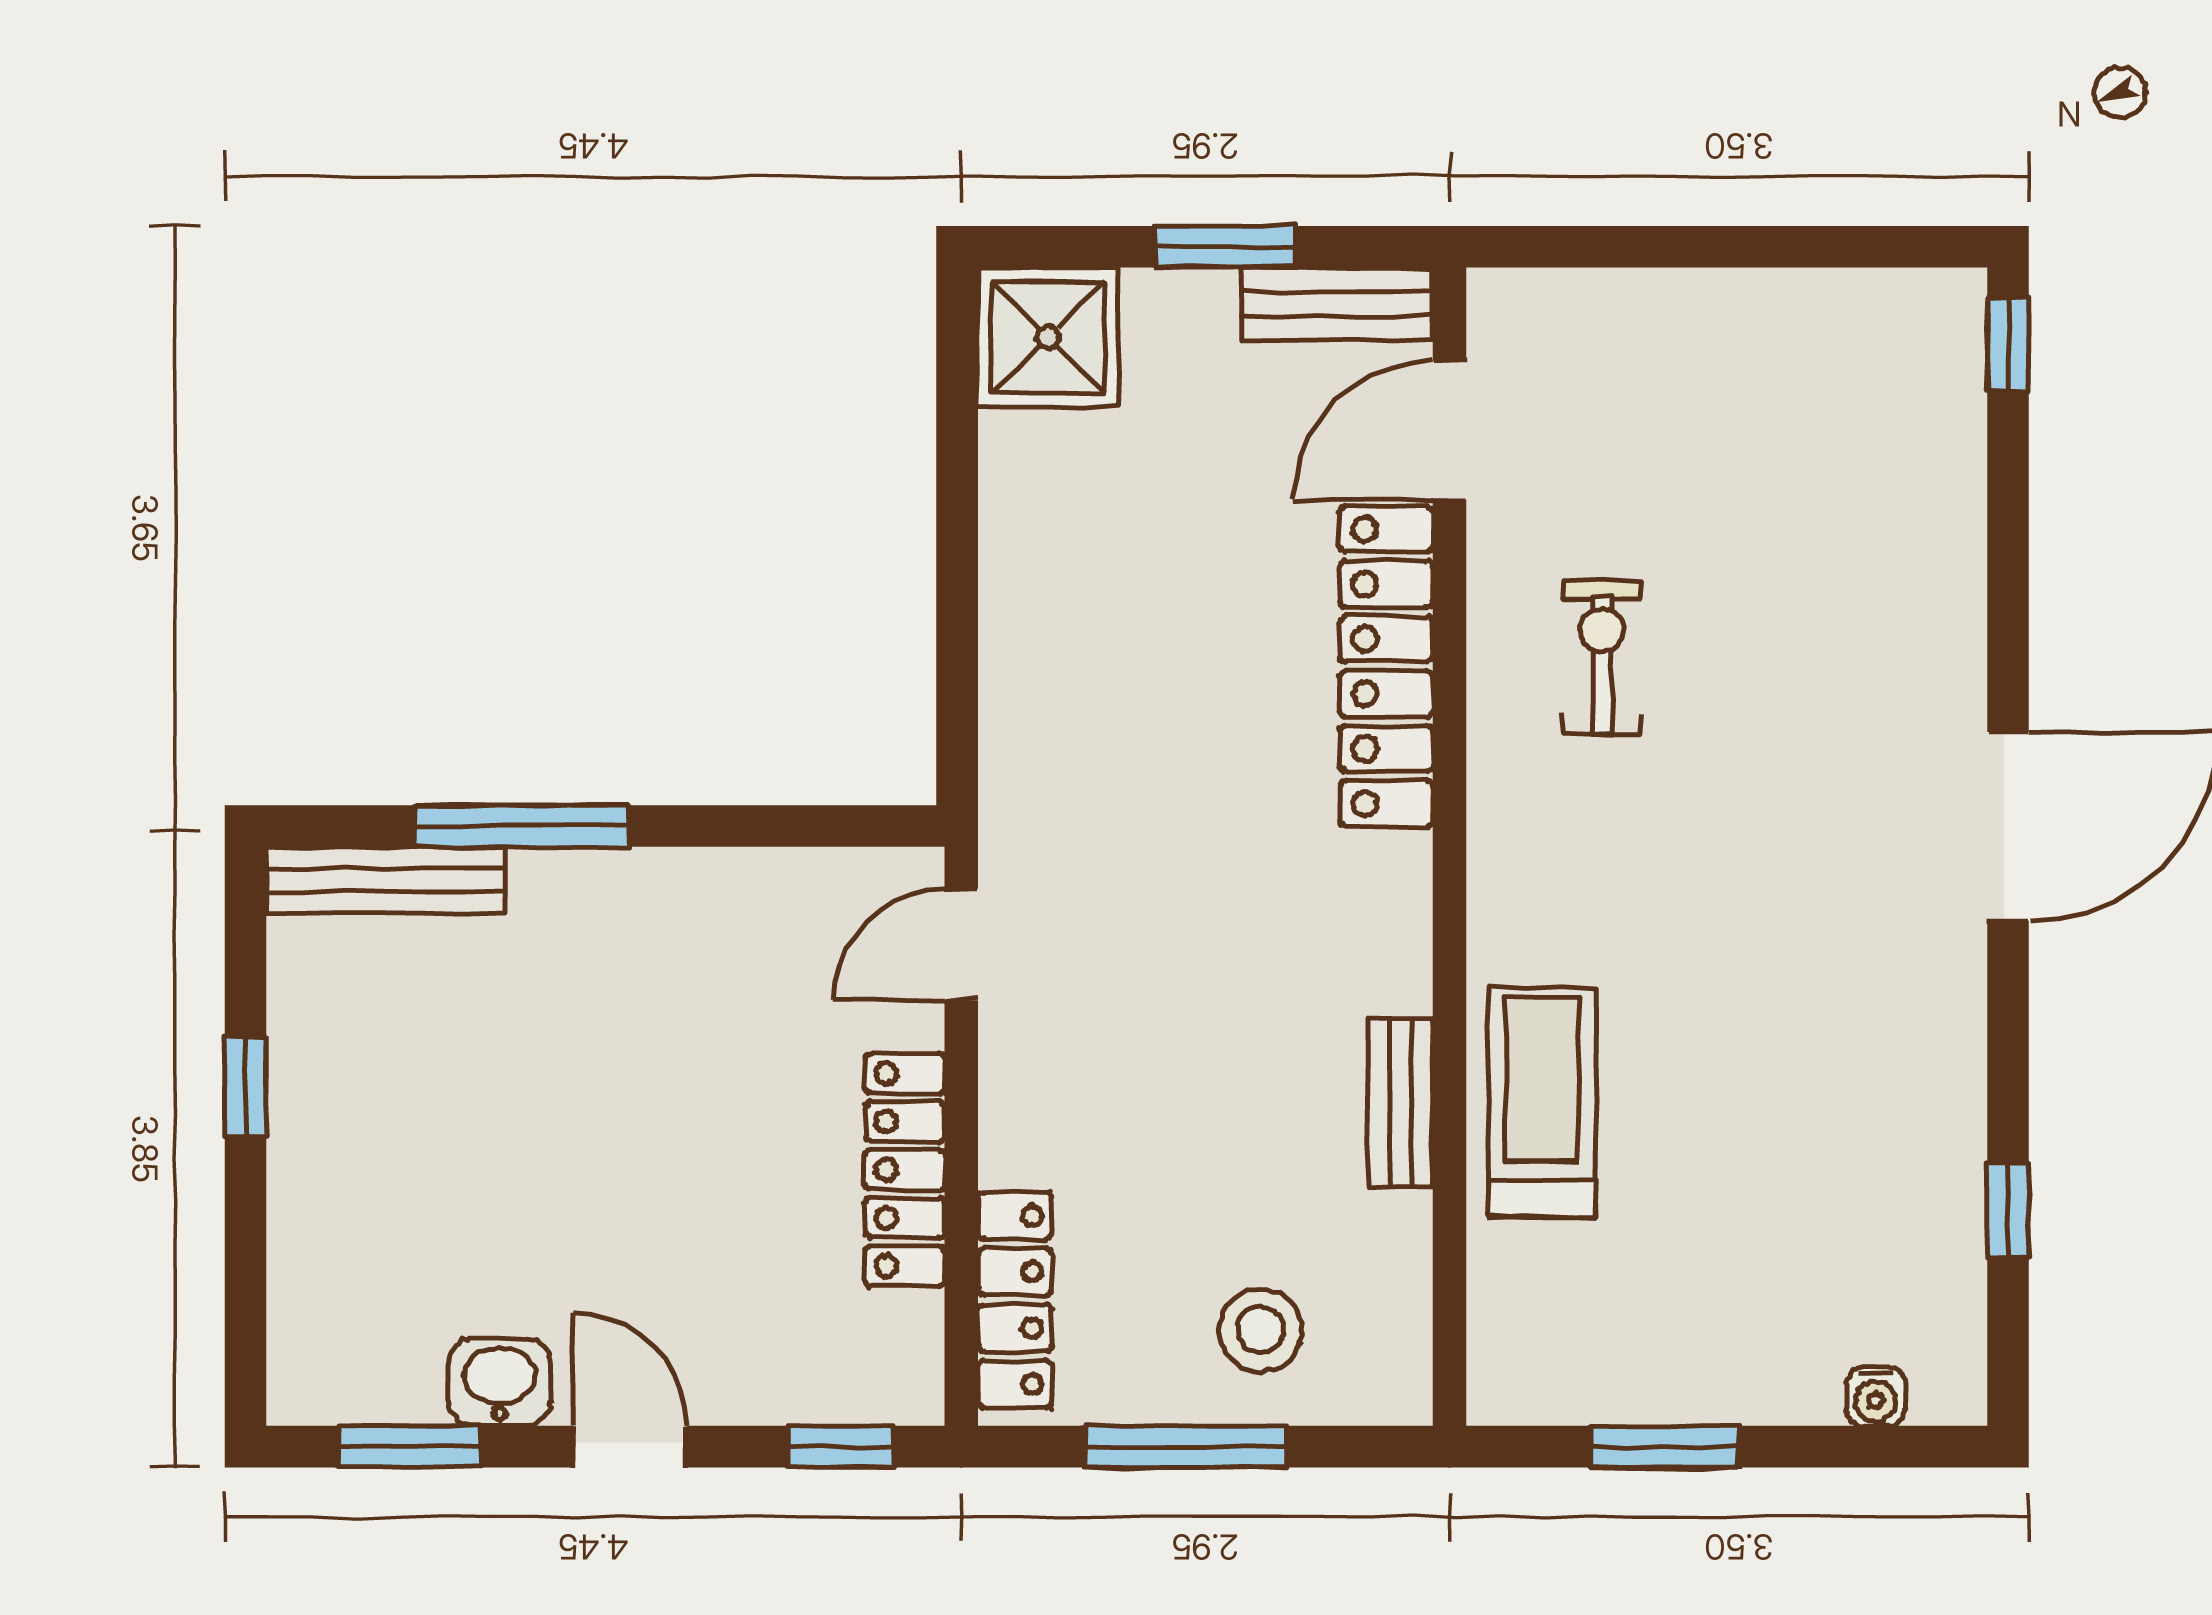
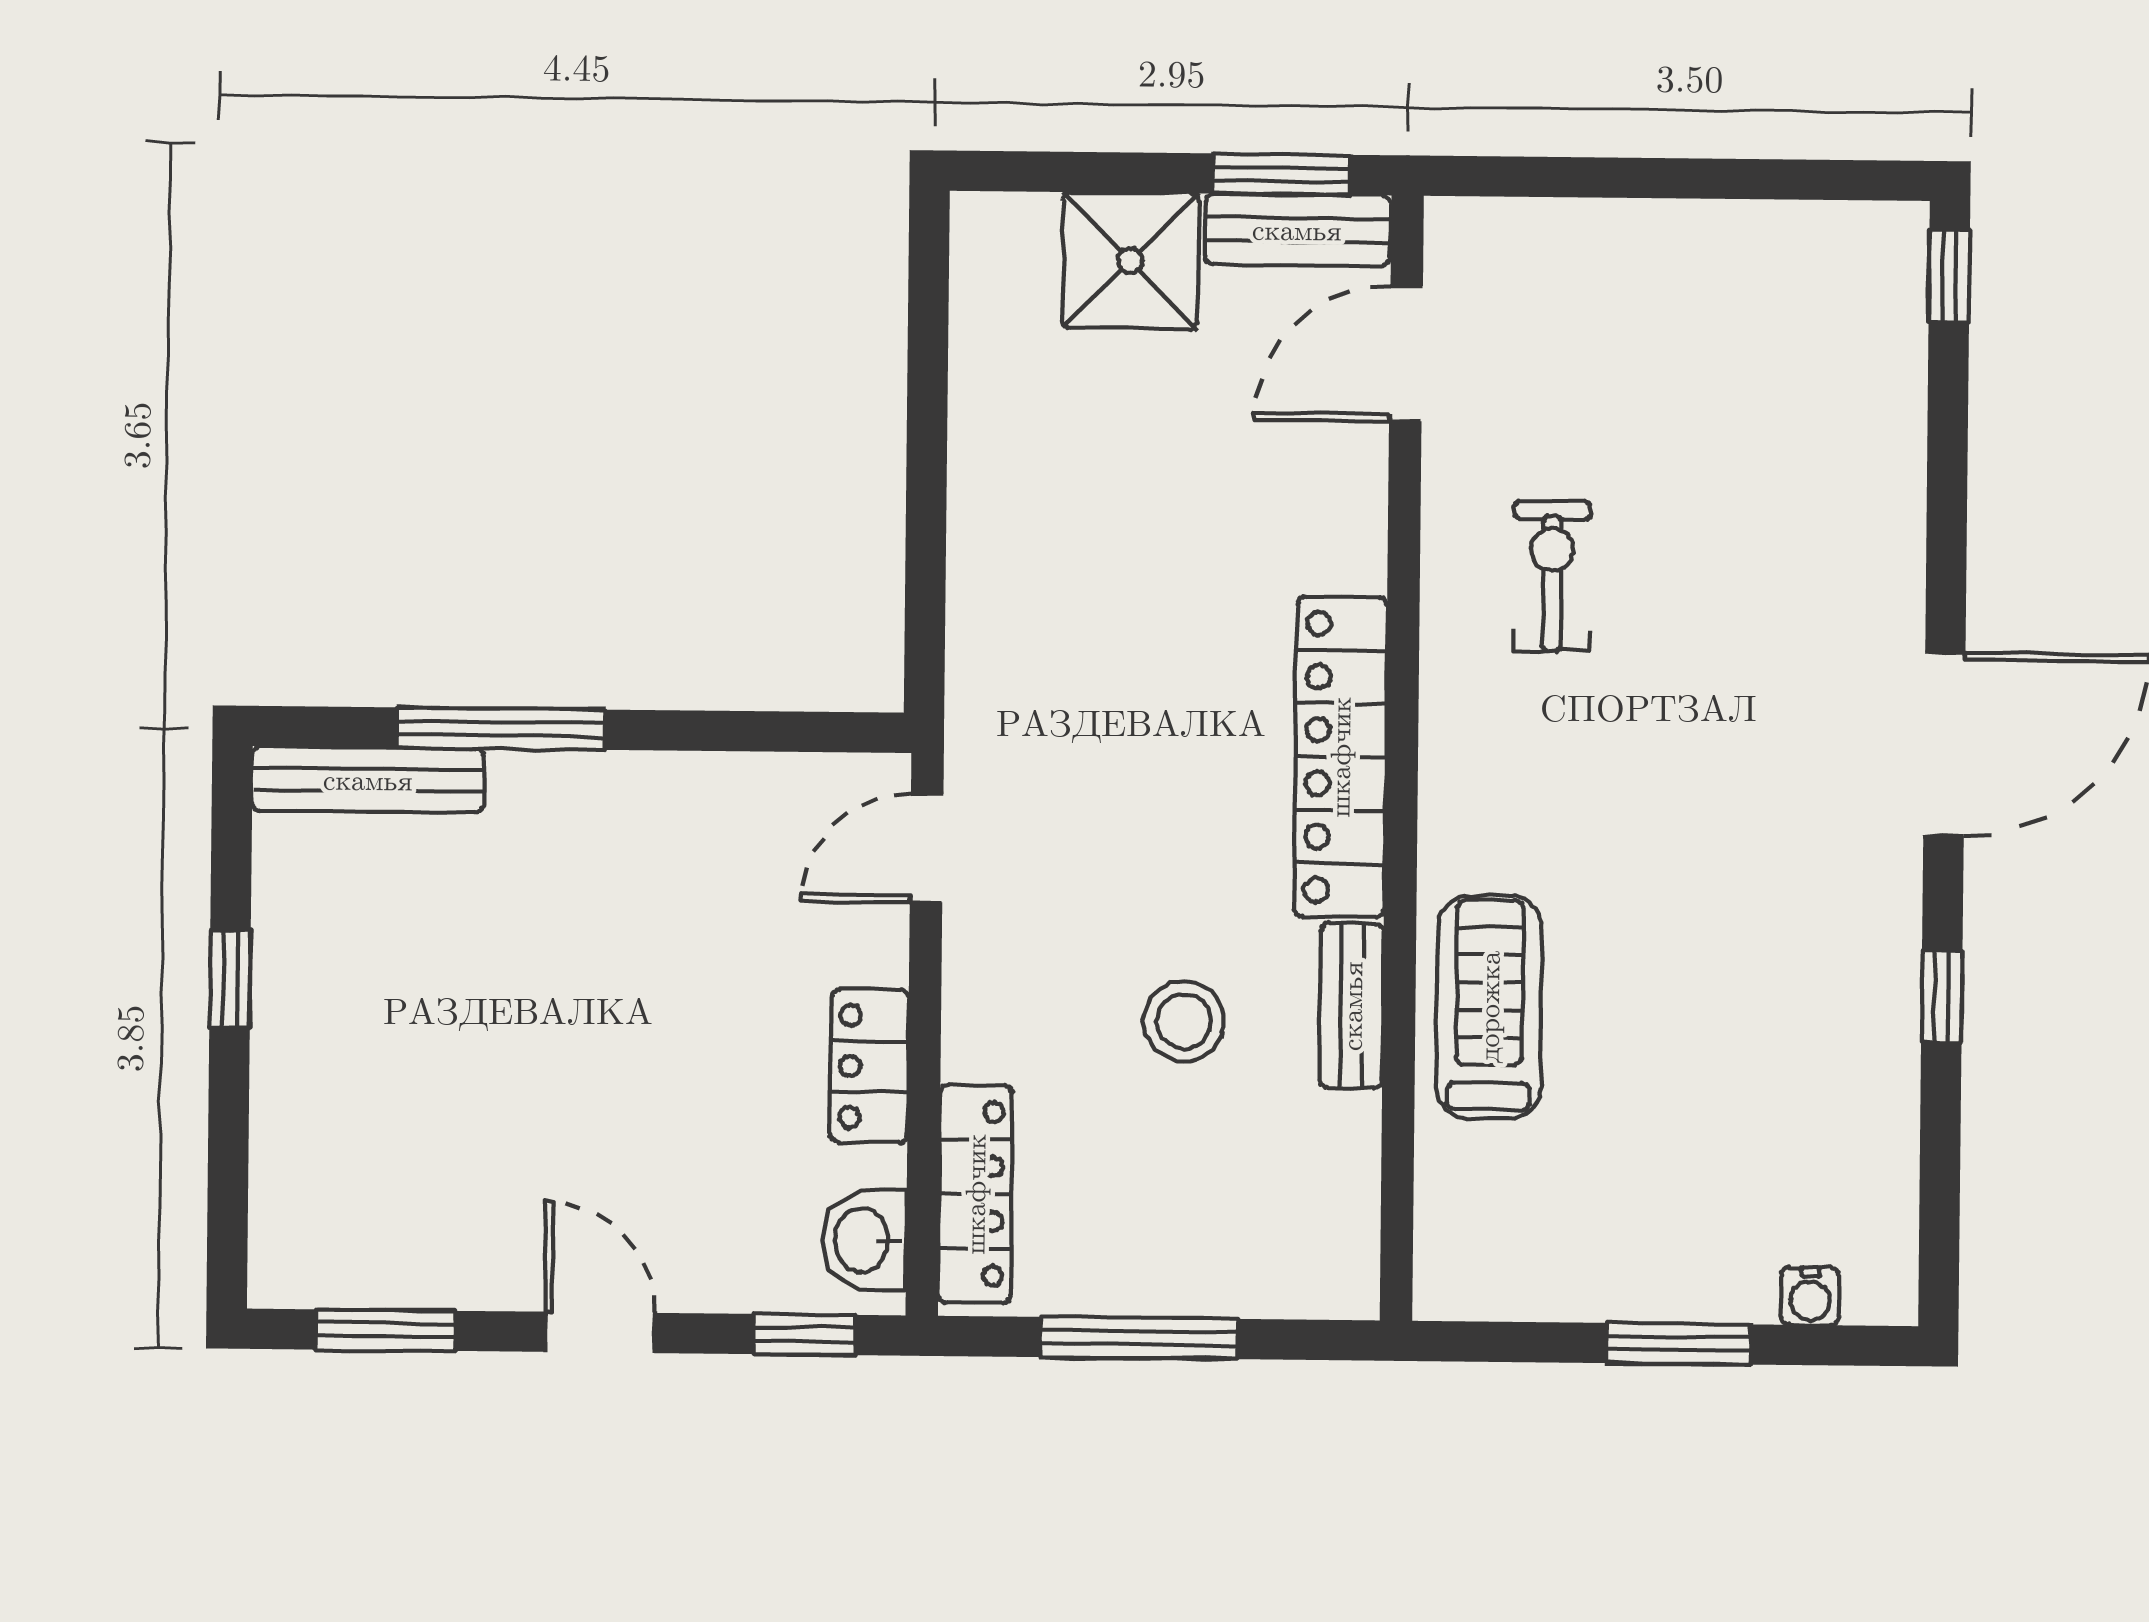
window: (1225, 247) -> (1281, 174), moved
shower: (1048, 337) -> (1130, 261), moved
locker: (1386, 666) -> (1340, 757), moved
locker: (905, 1170) -> (870, 1066), width x0.66
window: (2008, 1210) -> (1942, 996), moved
stool: (1260, 1330) -> (1184, 1021), moved
washbasin: (499, 1382) -> (864, 1240), moved, turned -90
window: (1664, 1447) -> (1678, 1344), moved

